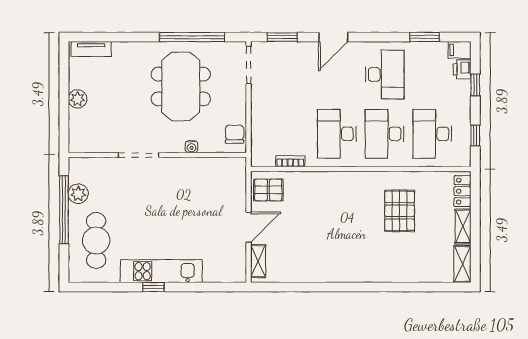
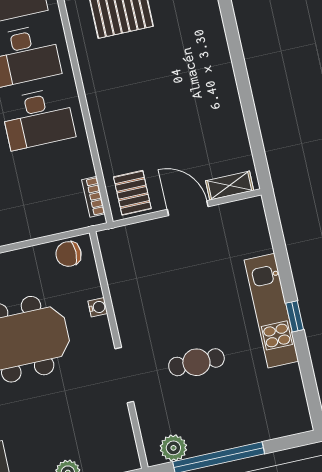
bookcase: (290, 161) -> (93, 197), moved
plant: (78, 194) -> (173, 448), moved
cafe table: (96, 240) -> (196, 362), moved, width x0.73, depth x0.74

